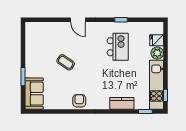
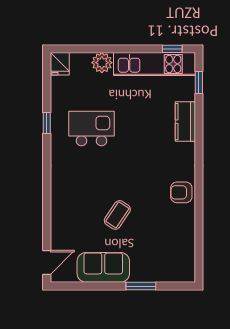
door: (78, 20) -> (47, 262), moved
fridge: (157, 40) -> (60, 64), moved
sofa: (34, 94) -> (103, 267), moved

